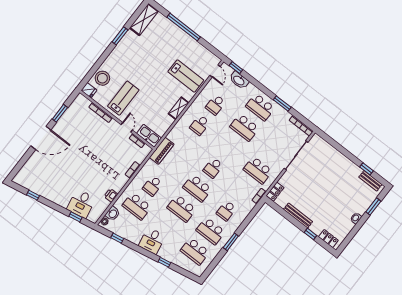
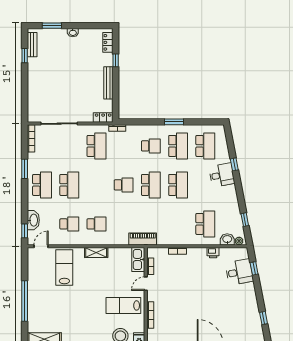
school desk: (152, 186) -> (178, 224), removed
desk: (152, 241) -> (222, 175), moved

